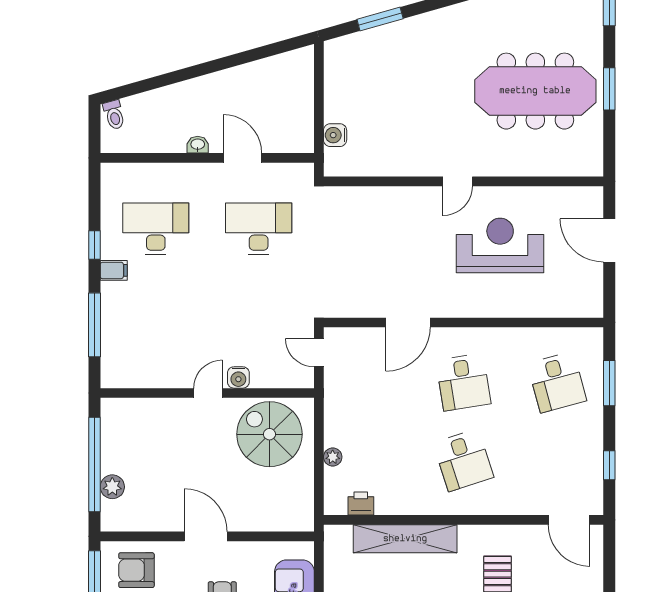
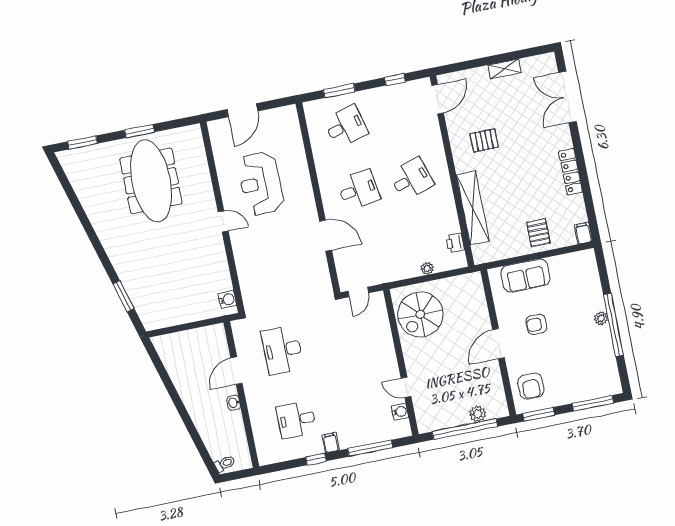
water cooler: (335, 135) -> (227, 300), moved, turned -90
desk: (156, 229) -> (296, 420), width x0.73
water cooler: (238, 377) -> (400, 412), moved
door: (208, 393) -> (406, 387), moved

